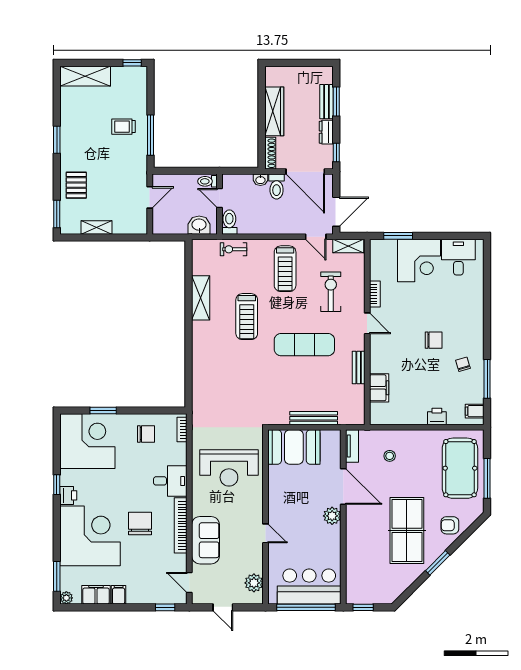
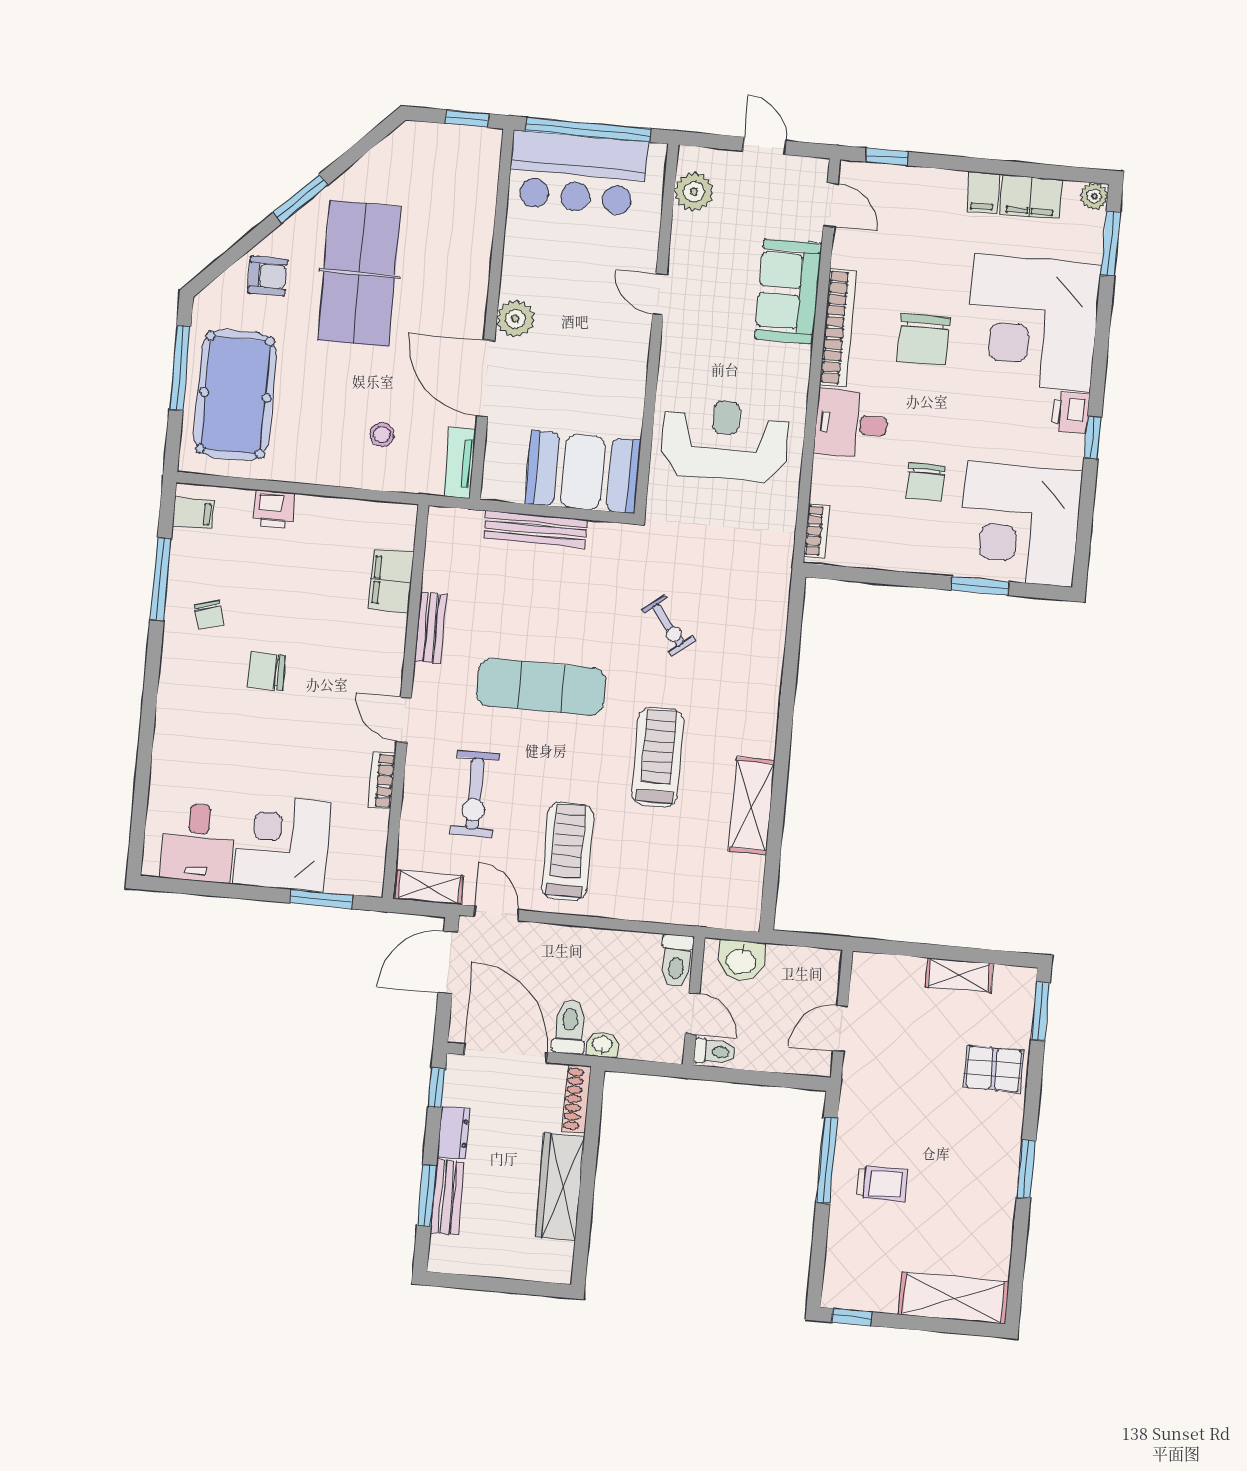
pallet: (76, 185) -> (994, 1069), turned 90
exercise bike: (234, 249) -> (668, 625), moved, turned 52
chair: (146, 434) -> (926, 482), moved, turned -90

